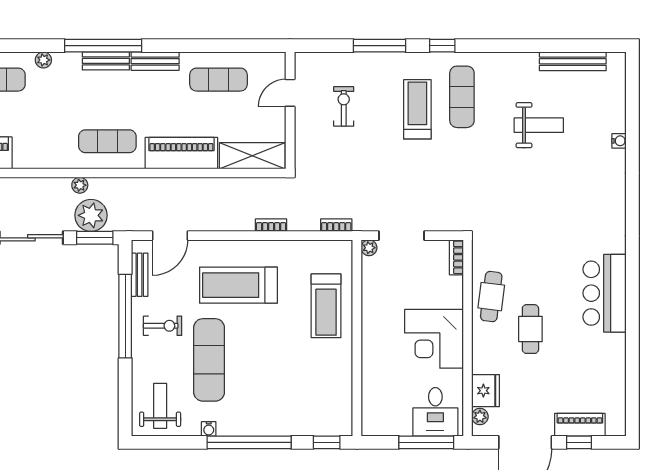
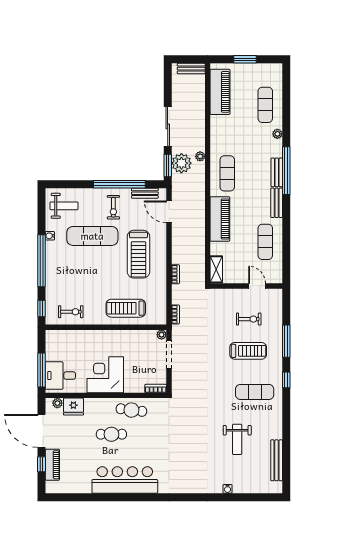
treadmill: (417, 109) -> (248, 351), moved
shelving: (252, 156) -> (216, 269), width x0.67, depth x0.75
treadmill: (238, 285) -> (138, 254), turned 180
bar counter: (605, 293) -> (125, 480), width x1.36
exercise bike: (332, 395) -> (71, 312), added

